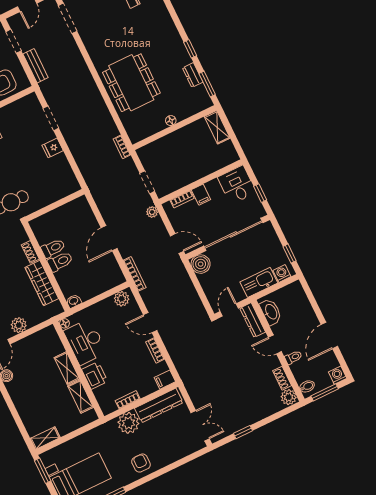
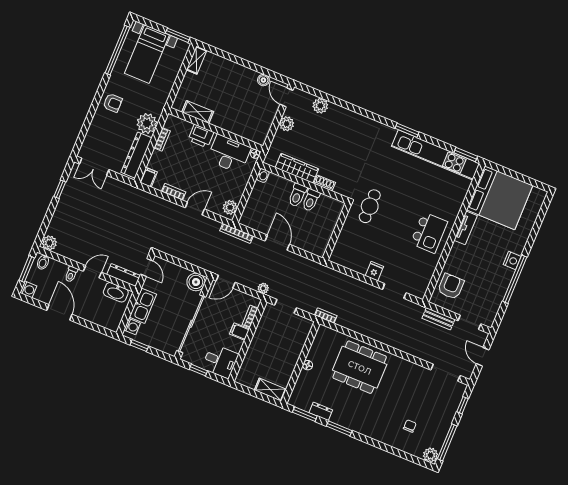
window: (190, 49) -> (339, 428), width x1.50
shelving: (67, 368) -> (225, 124), removed
shoe rack: (282, 378) -> (66, 252), removed

